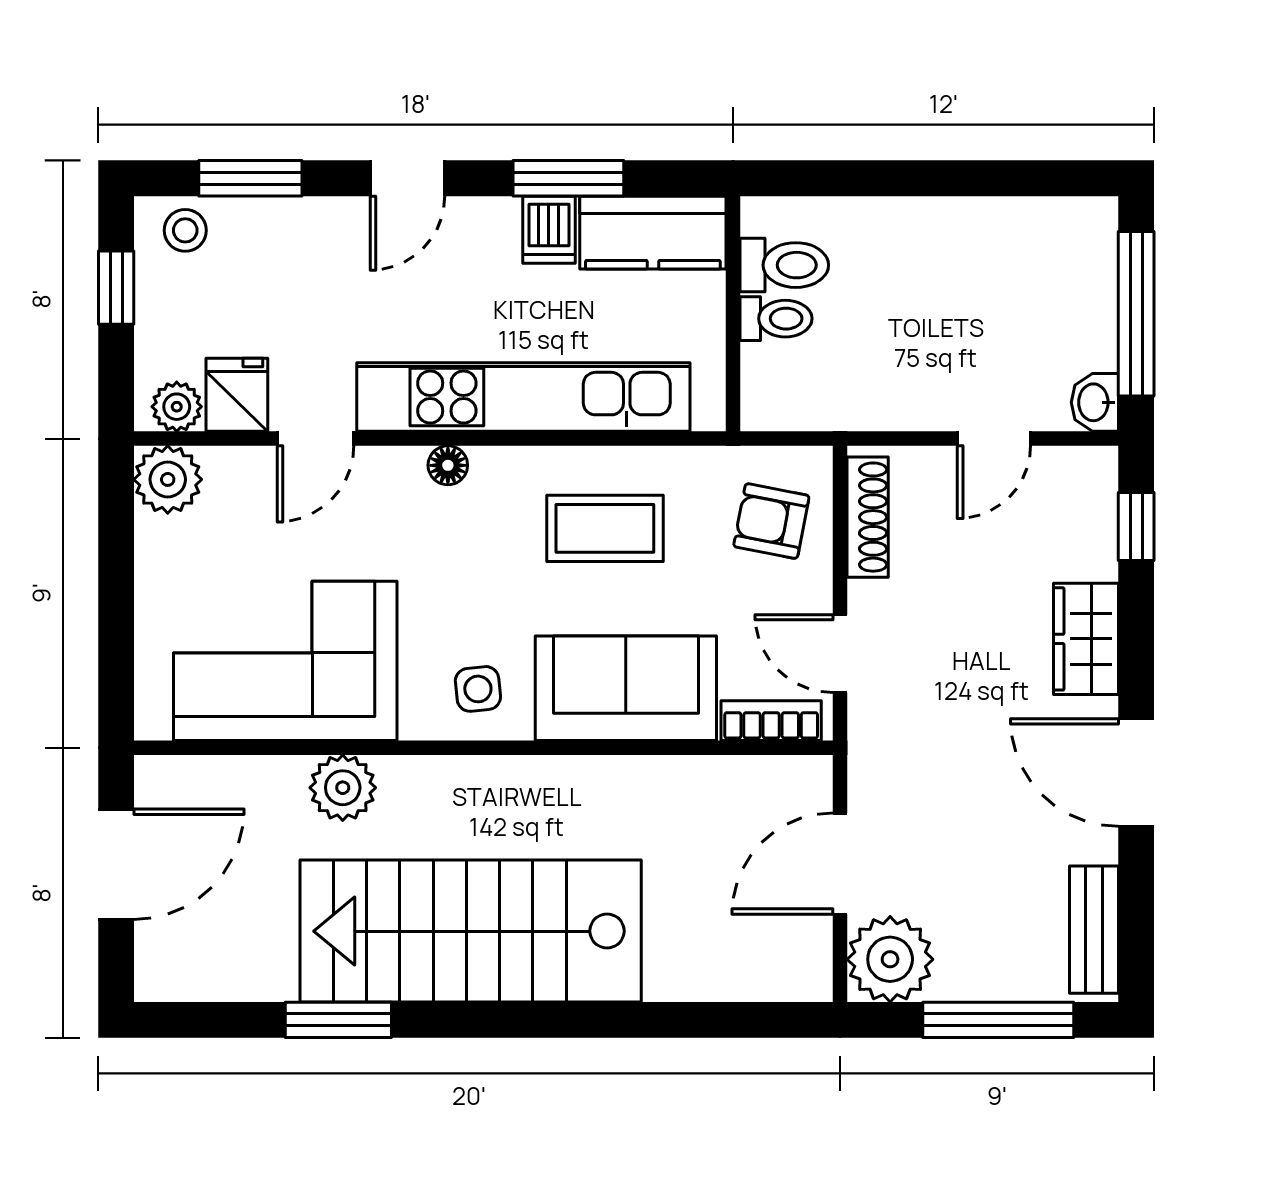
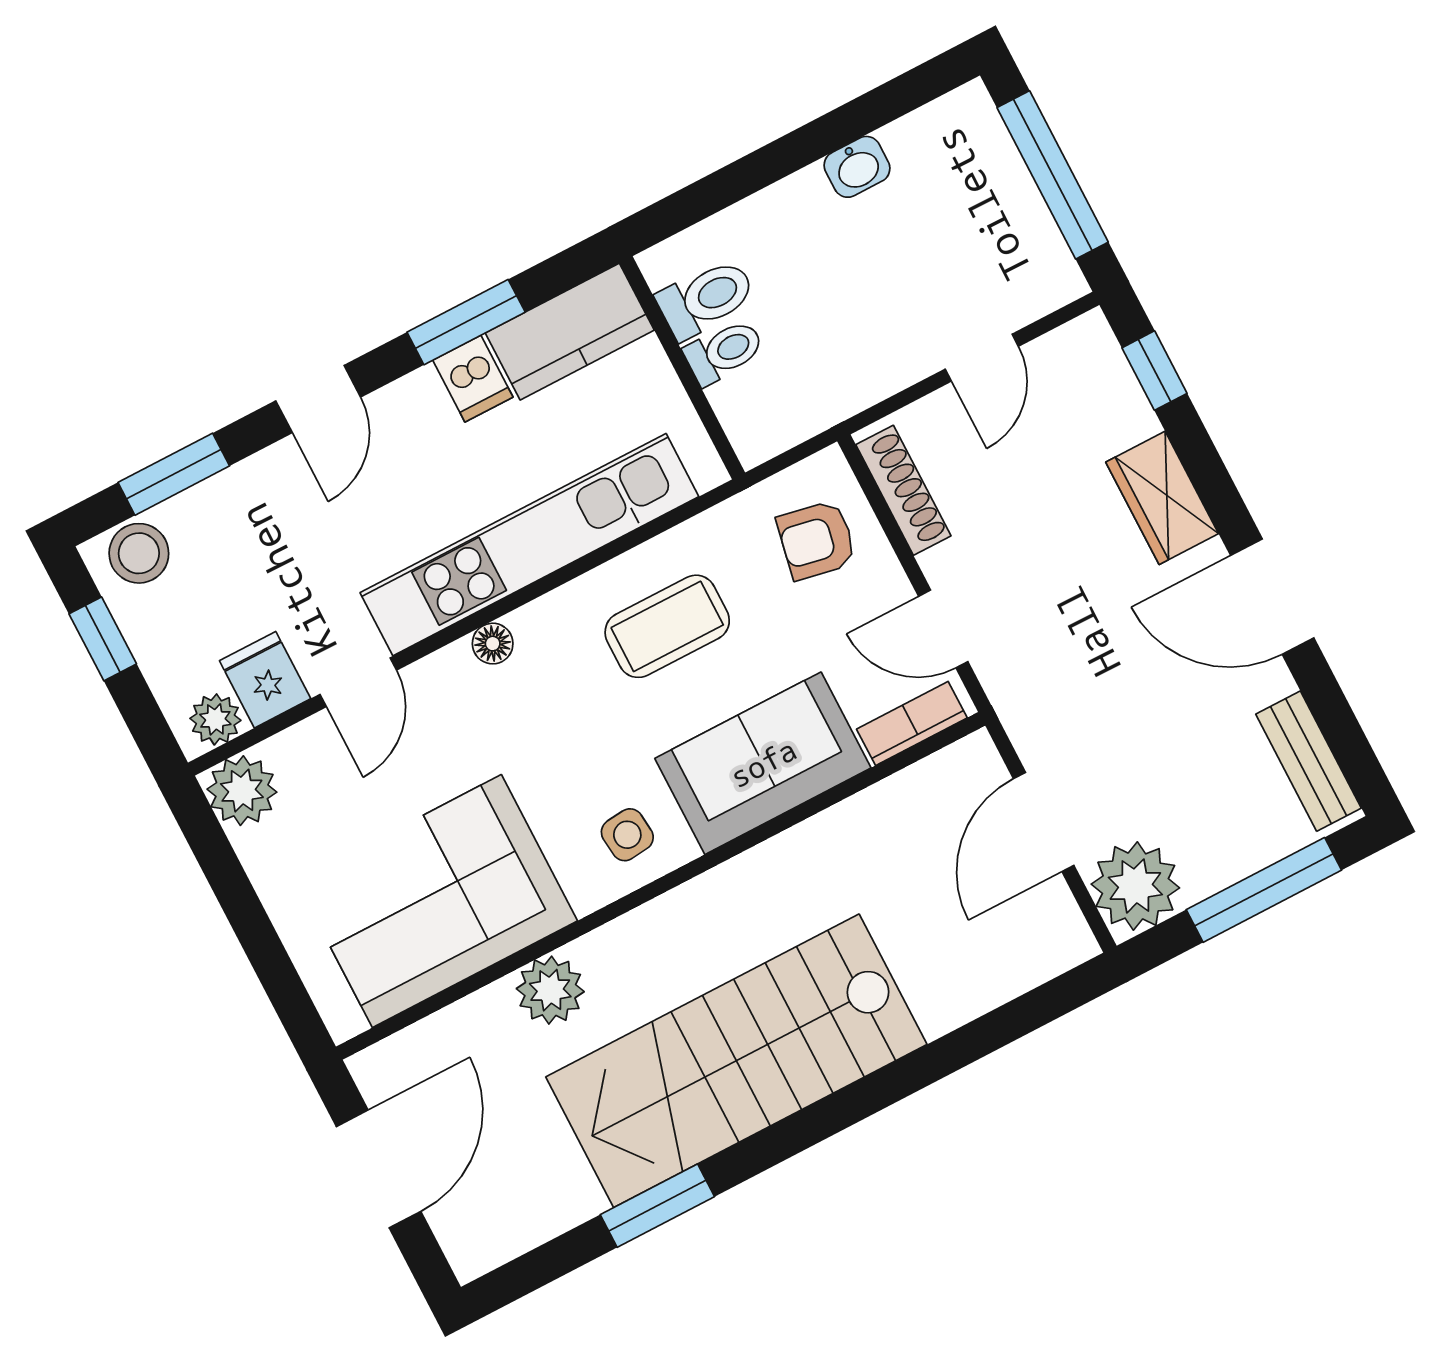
stool: (185, 230) -> (139, 553), width x1.37, depth x1.37
washbasin: (1095, 402) -> (857, 167), moved, turned -90

